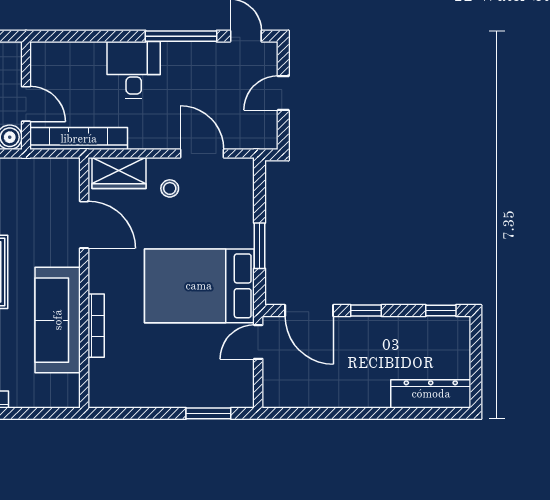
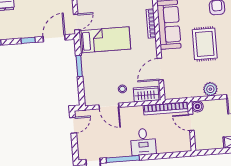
door: (283, 93) -> (73, 125), moved
door: (84, 225) -> (160, 69), hinge flipped
bed: (199, 286) -> (105, 40), width x0.67
door: (309, 311) -> (54, 38), hinge flipped

